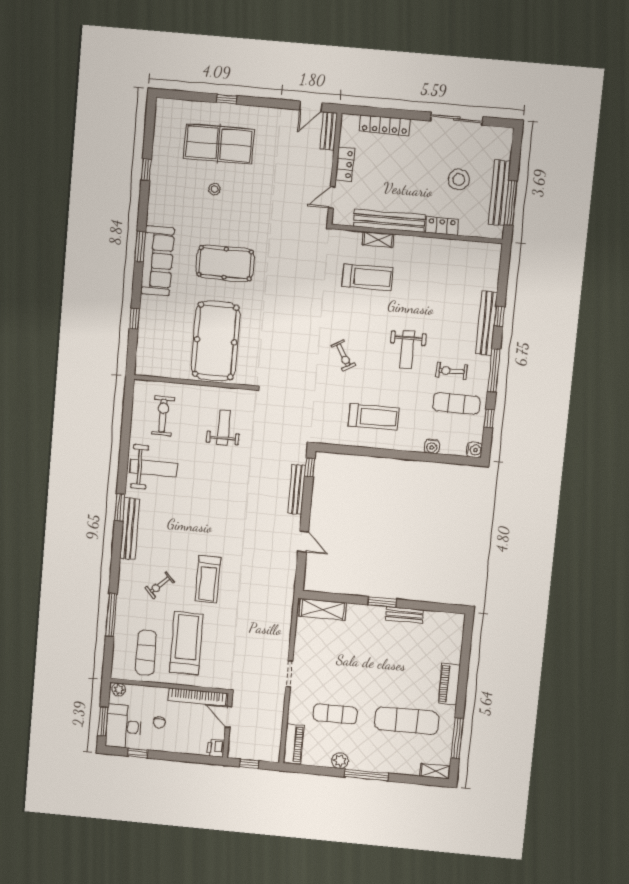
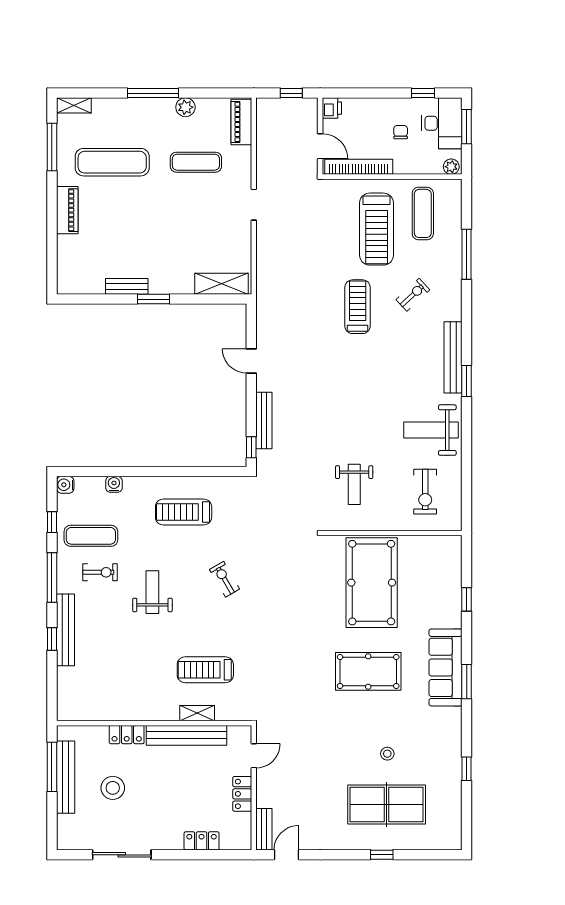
locker: (385, 125) -> (202, 841), width x0.66

